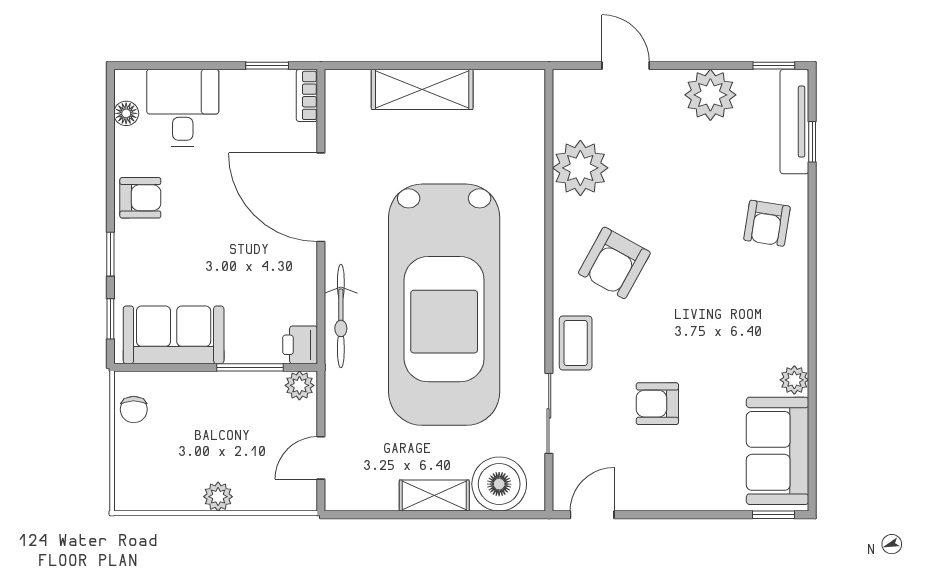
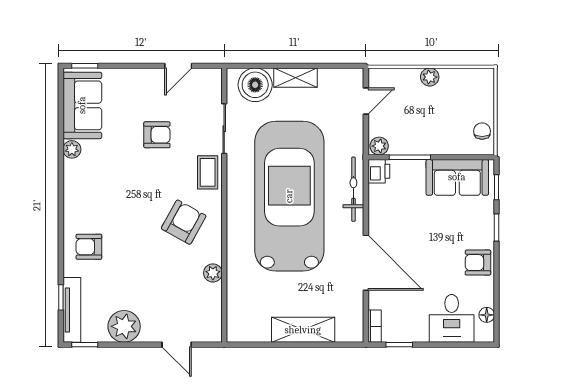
plant: (580, 168) -> (213, 273), width x0.53, depth x0.53
armchair: (767, 223) -> (89, 247), turned -99
door: (592, 515) -> (178, 66), moved

